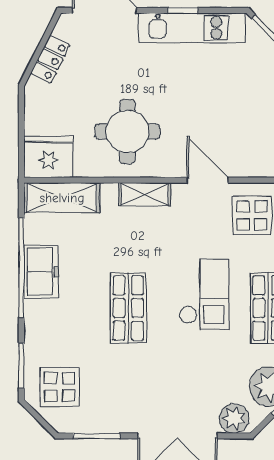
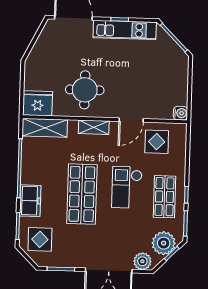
locker: (50, 59) -> (41, 46), removed
door: (208, 180) -> (131, 120), swing flipped
freezer: (41, 272) -> (30, 201), moved
checkout: (204, 294) -> (127, 187), turned 180
shop shelf: (128, 308) -> (82, 194), width x1.43, depth x1.36

